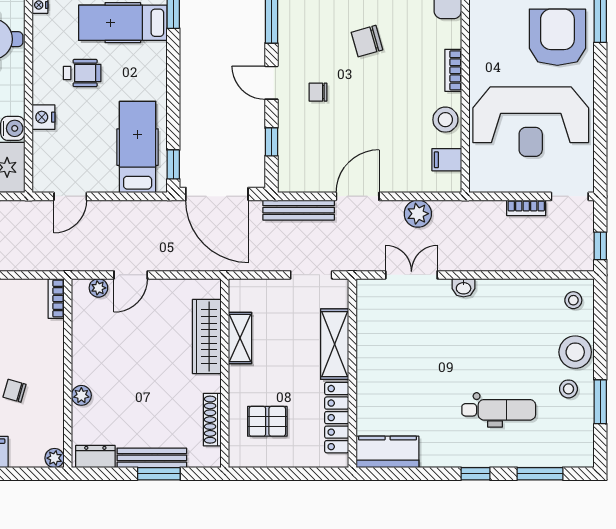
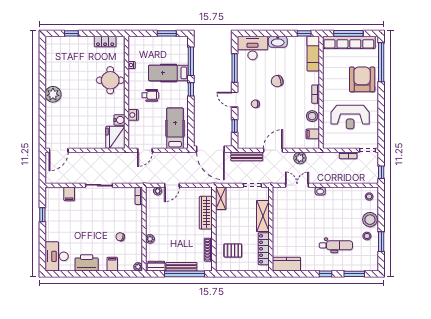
reception desk: (531, 122) -> (350, 117), width x0.74, depth x0.77
window: (173, 164) -> (191, 89), moved
shelving: (240, 338) -> (221, 198), moved
window: (159, 474) -> (185, 274), width x2.11

